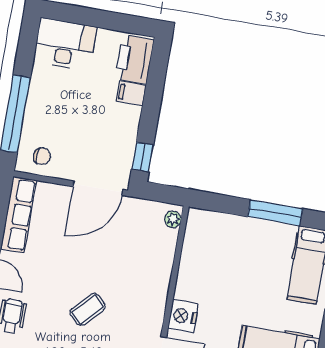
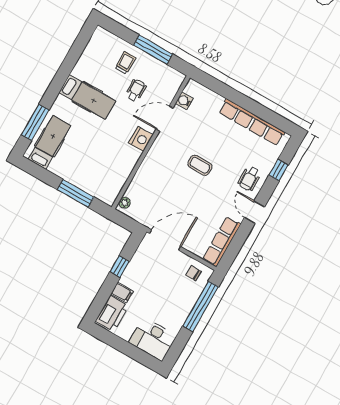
window: (143, 157) -> (120, 267), moved
window: (275, 213) -> (76, 193), moved
coffee table: (87, 309) -> (200, 165), turned 46

